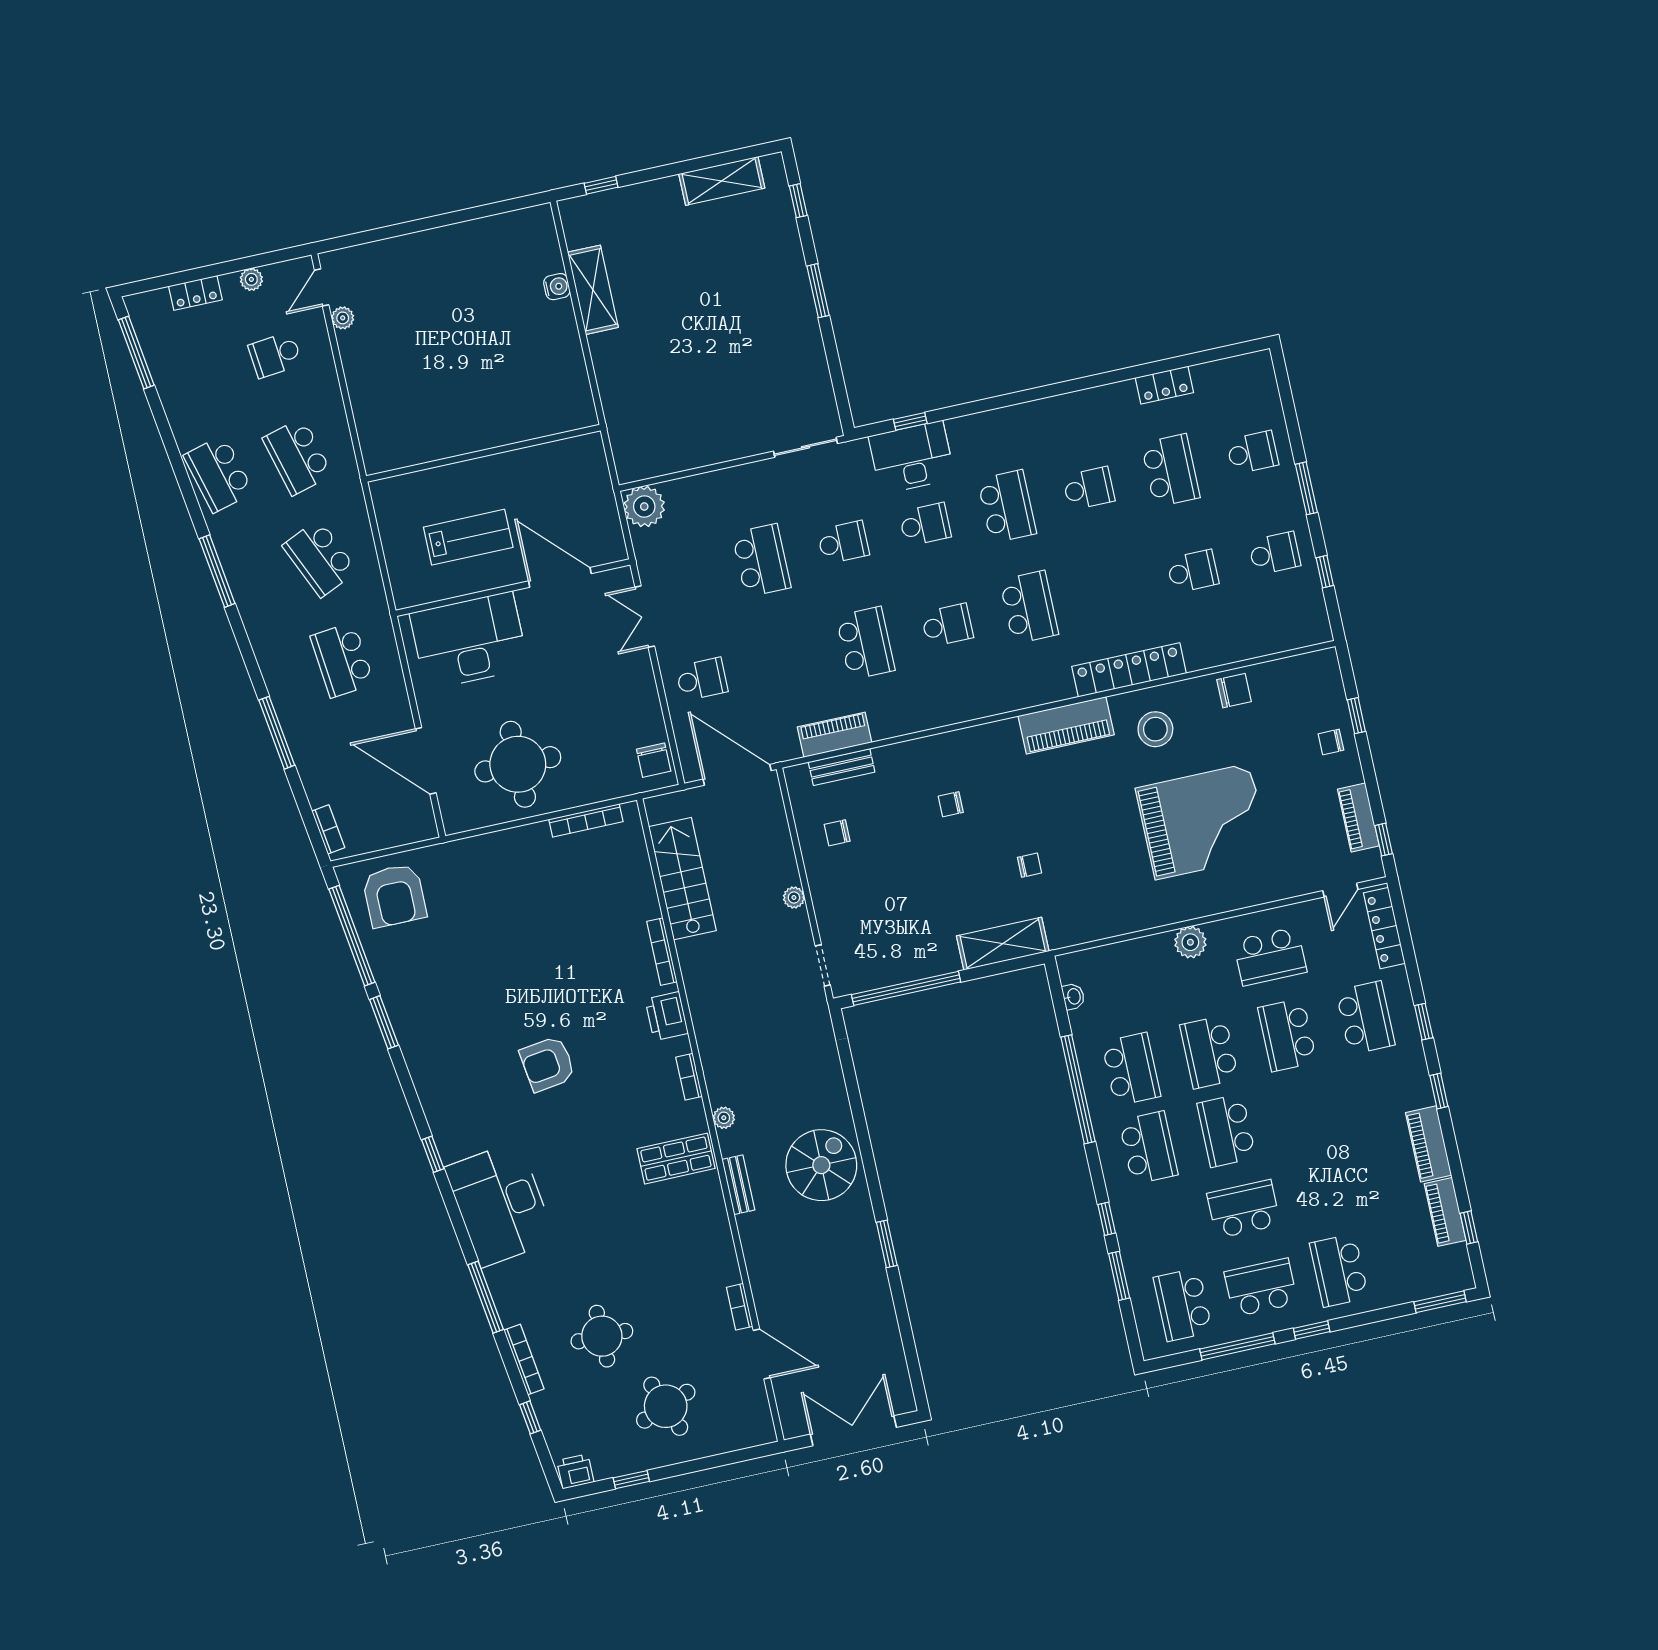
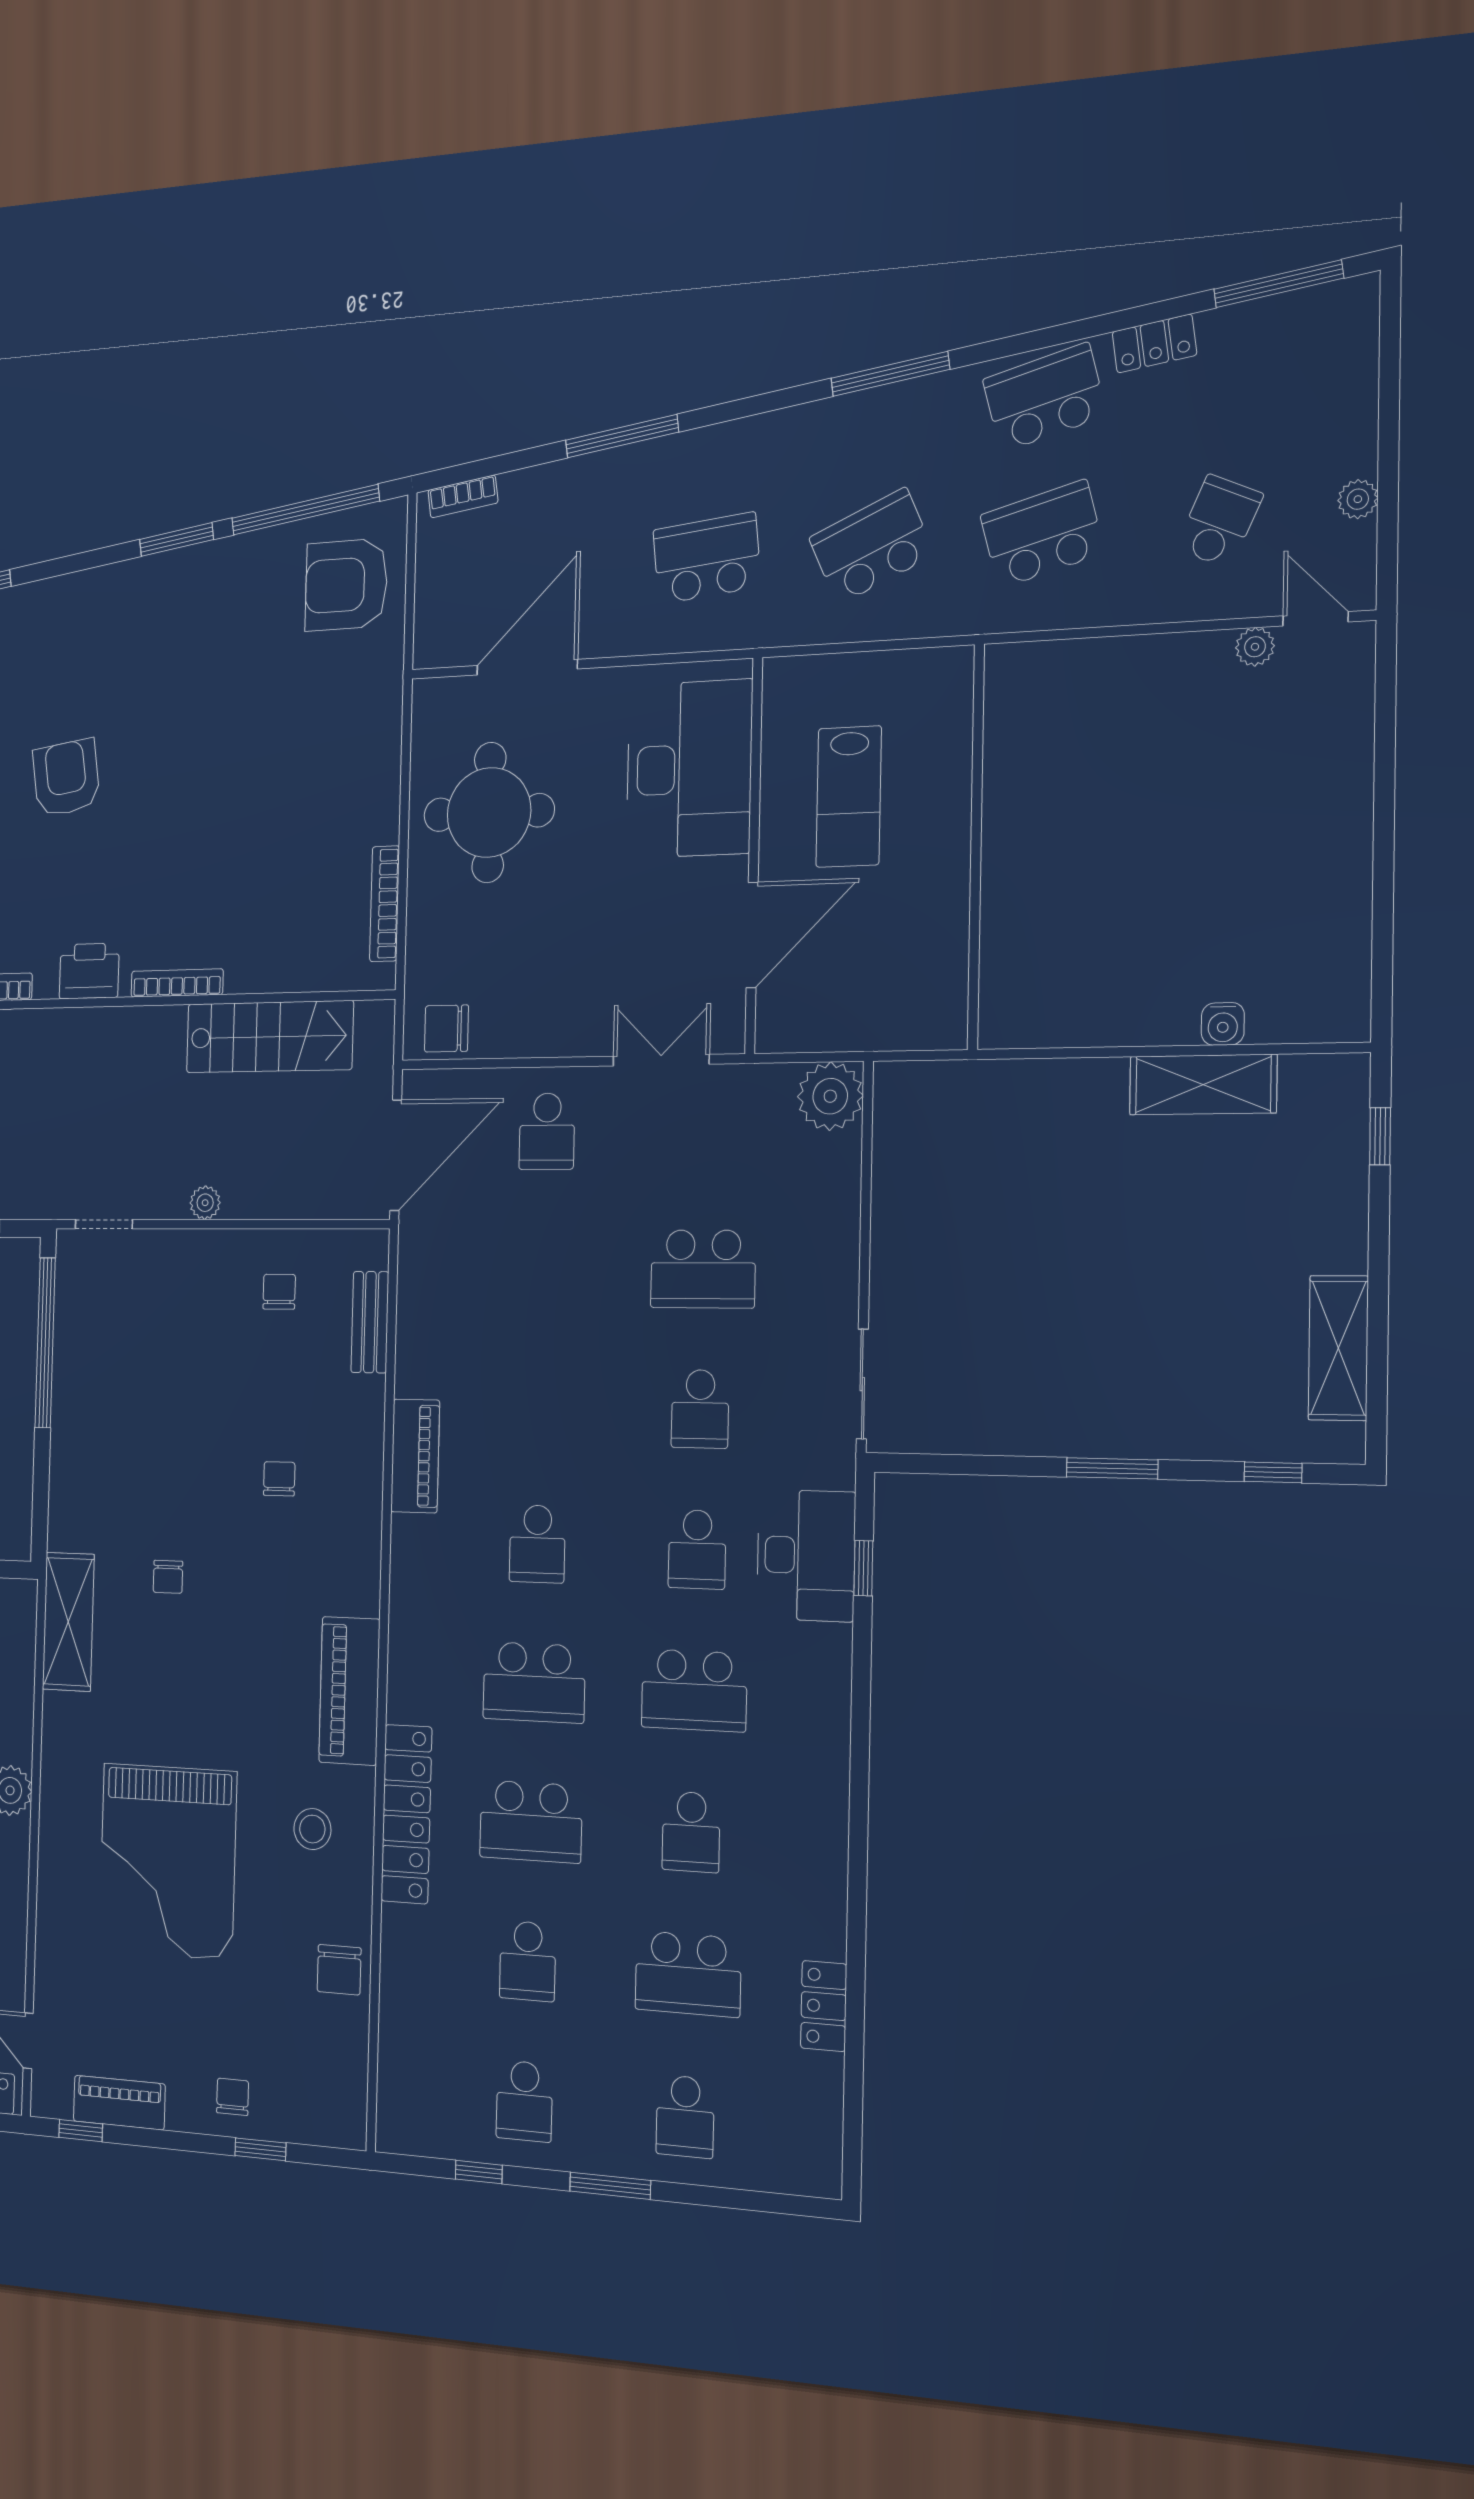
locker: (195, 293) -> (1154, 343), moved, turned -98
school desk: (275, 355) -> (1219, 521), turned 30
school desk: (865, 643) -> (531, 1821), moved
stool: (1155, 729) -> (312, 1829), width x0.73, depth x0.73
piano: (835, 735) -> (415, 1456), moved
shelving: (1003, 944) -> (68, 1622), moved

